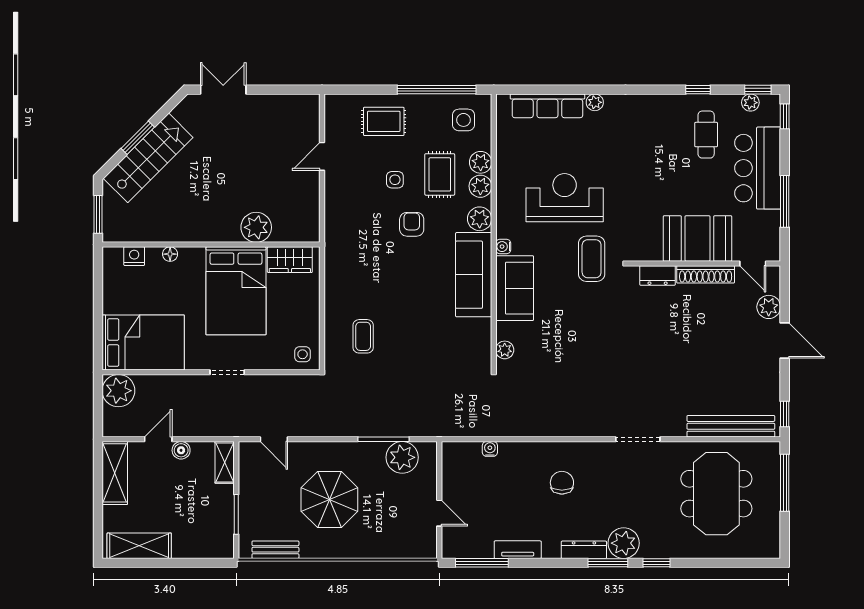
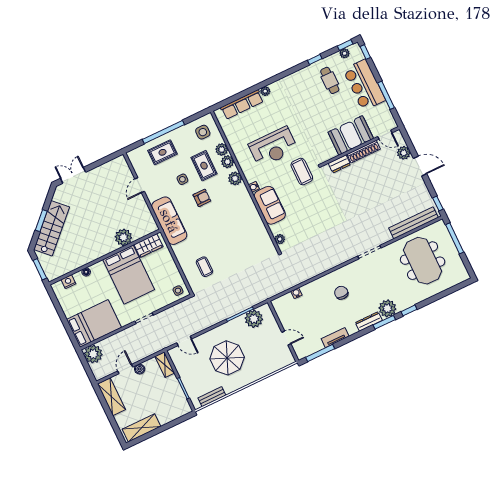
window: (437, 90) -> (163, 132), moved
reception desk: (565, 198) -> (273, 147), turned 180
armchair: (412, 224) -> (202, 198), turned 90
sofa: (474, 275) -> (169, 221), moved, turned 180

